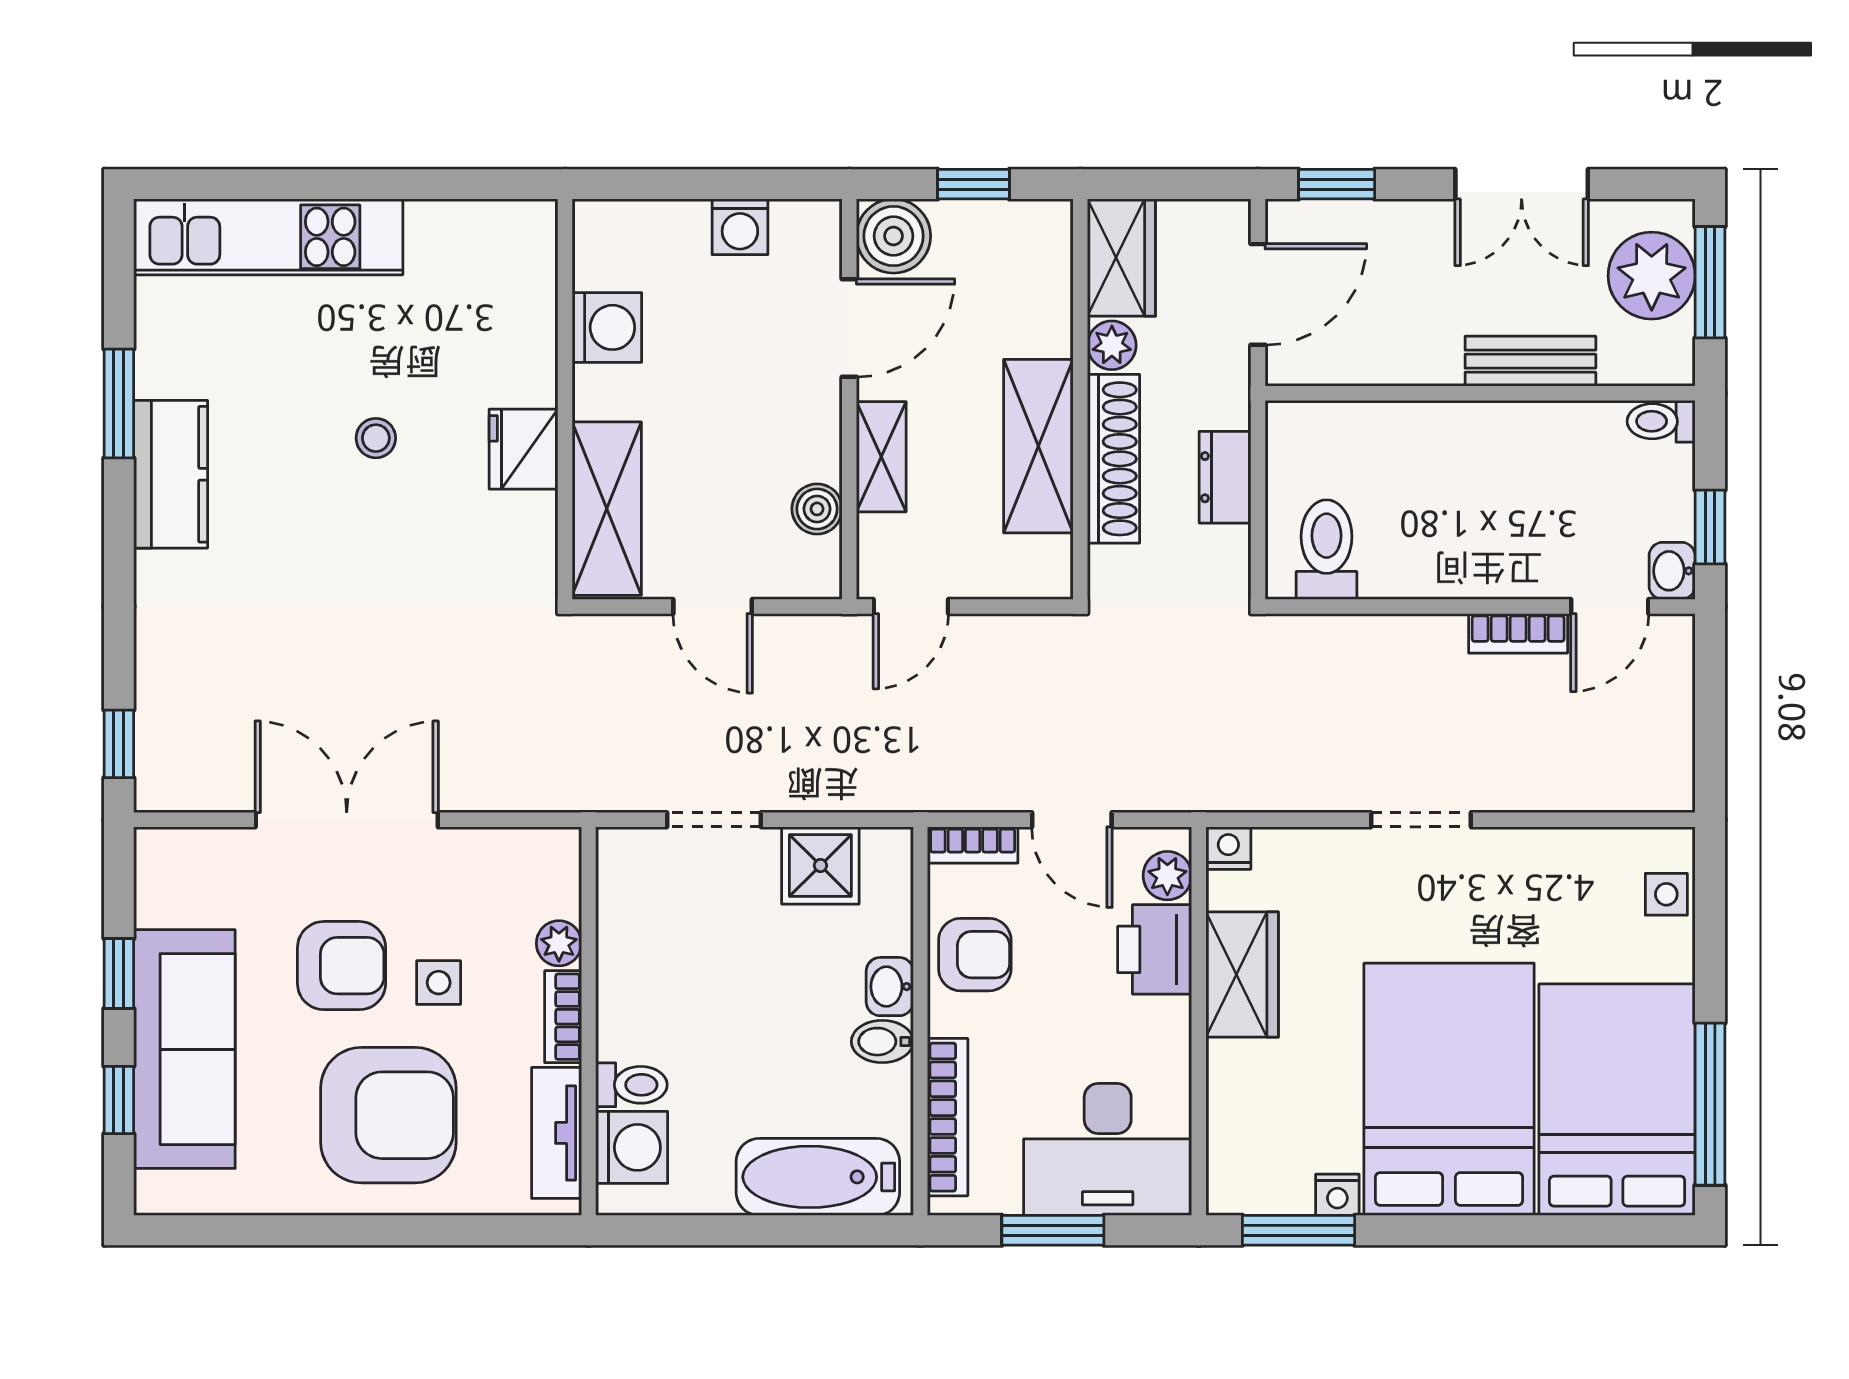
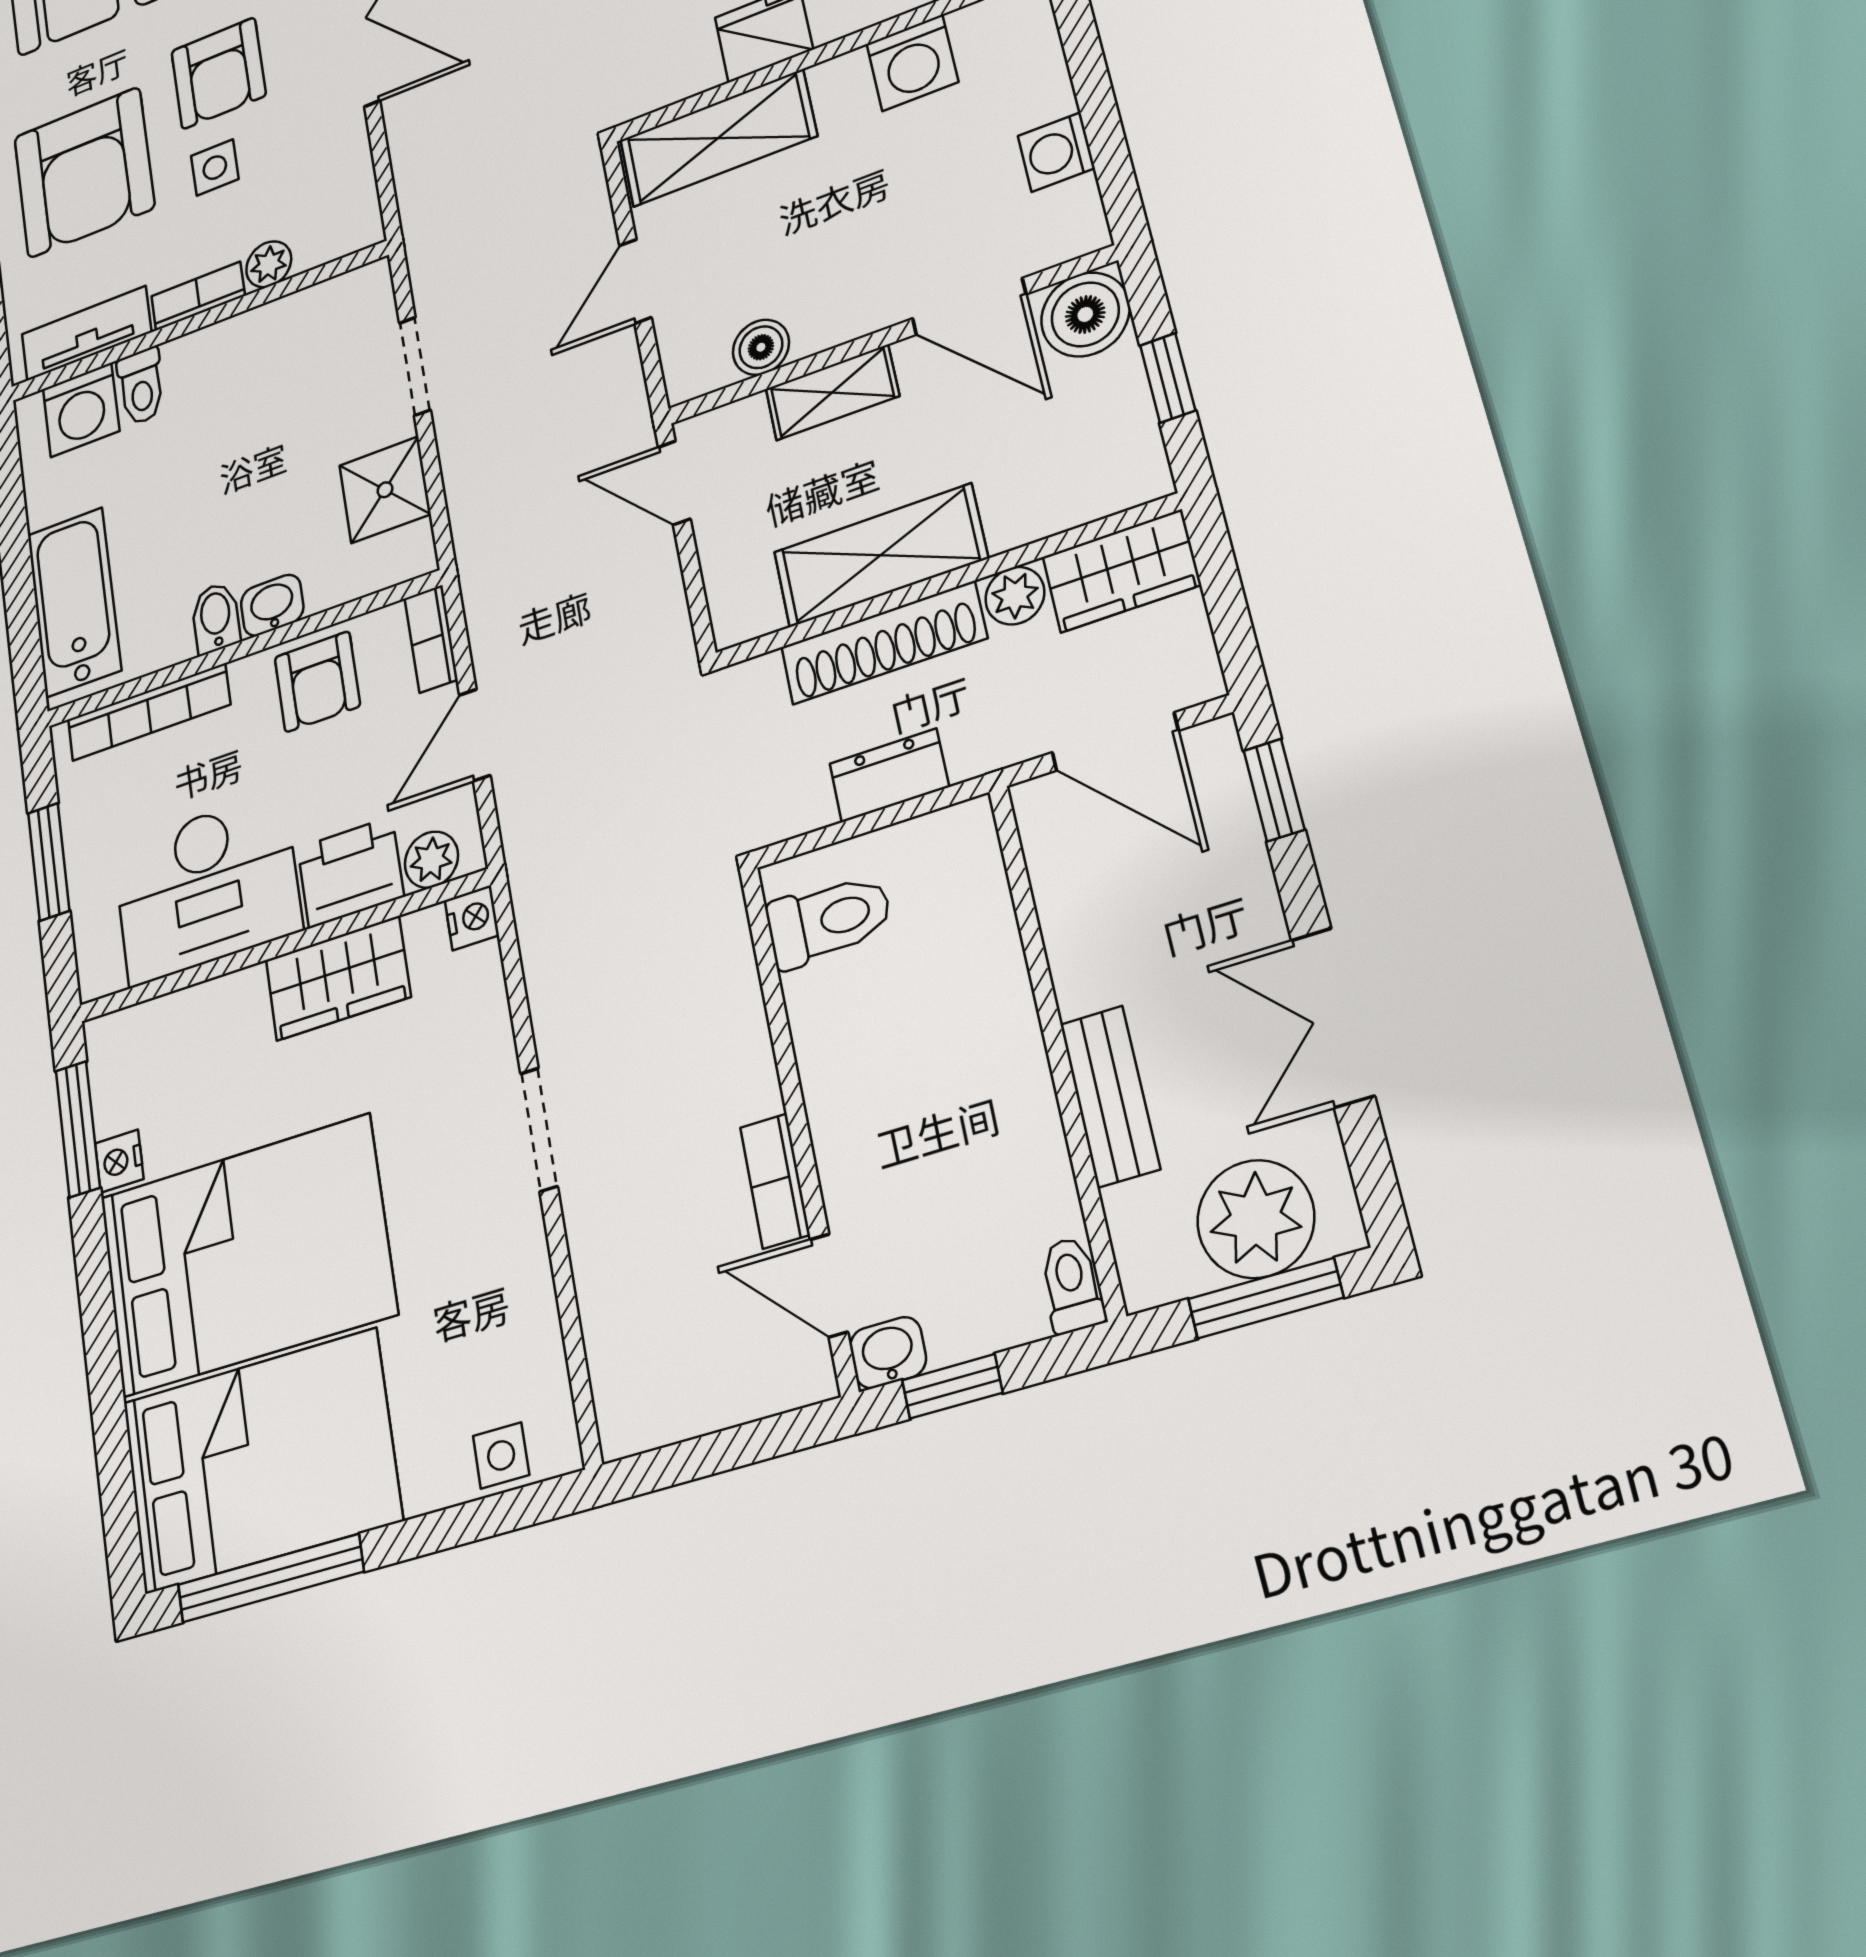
desk: (1108, 1149) -> (207, 888), moved, turned -90

